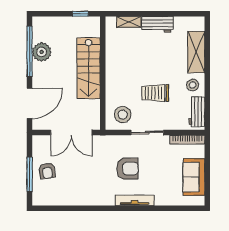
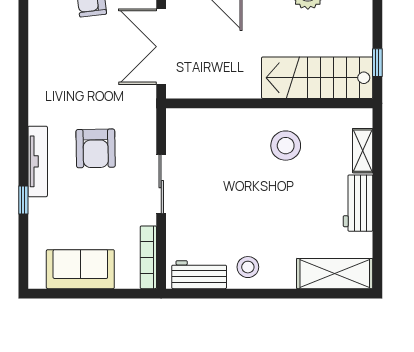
shelving: (196, 52) -> (335, 274), moved
stairs: (89, 68) -> (317, 78), moved
trolley: (155, 93) -> (233, 199), removed
stool: (123, 115) -> (286, 146), moved
window: (156, 208) -> (23, 200), added

